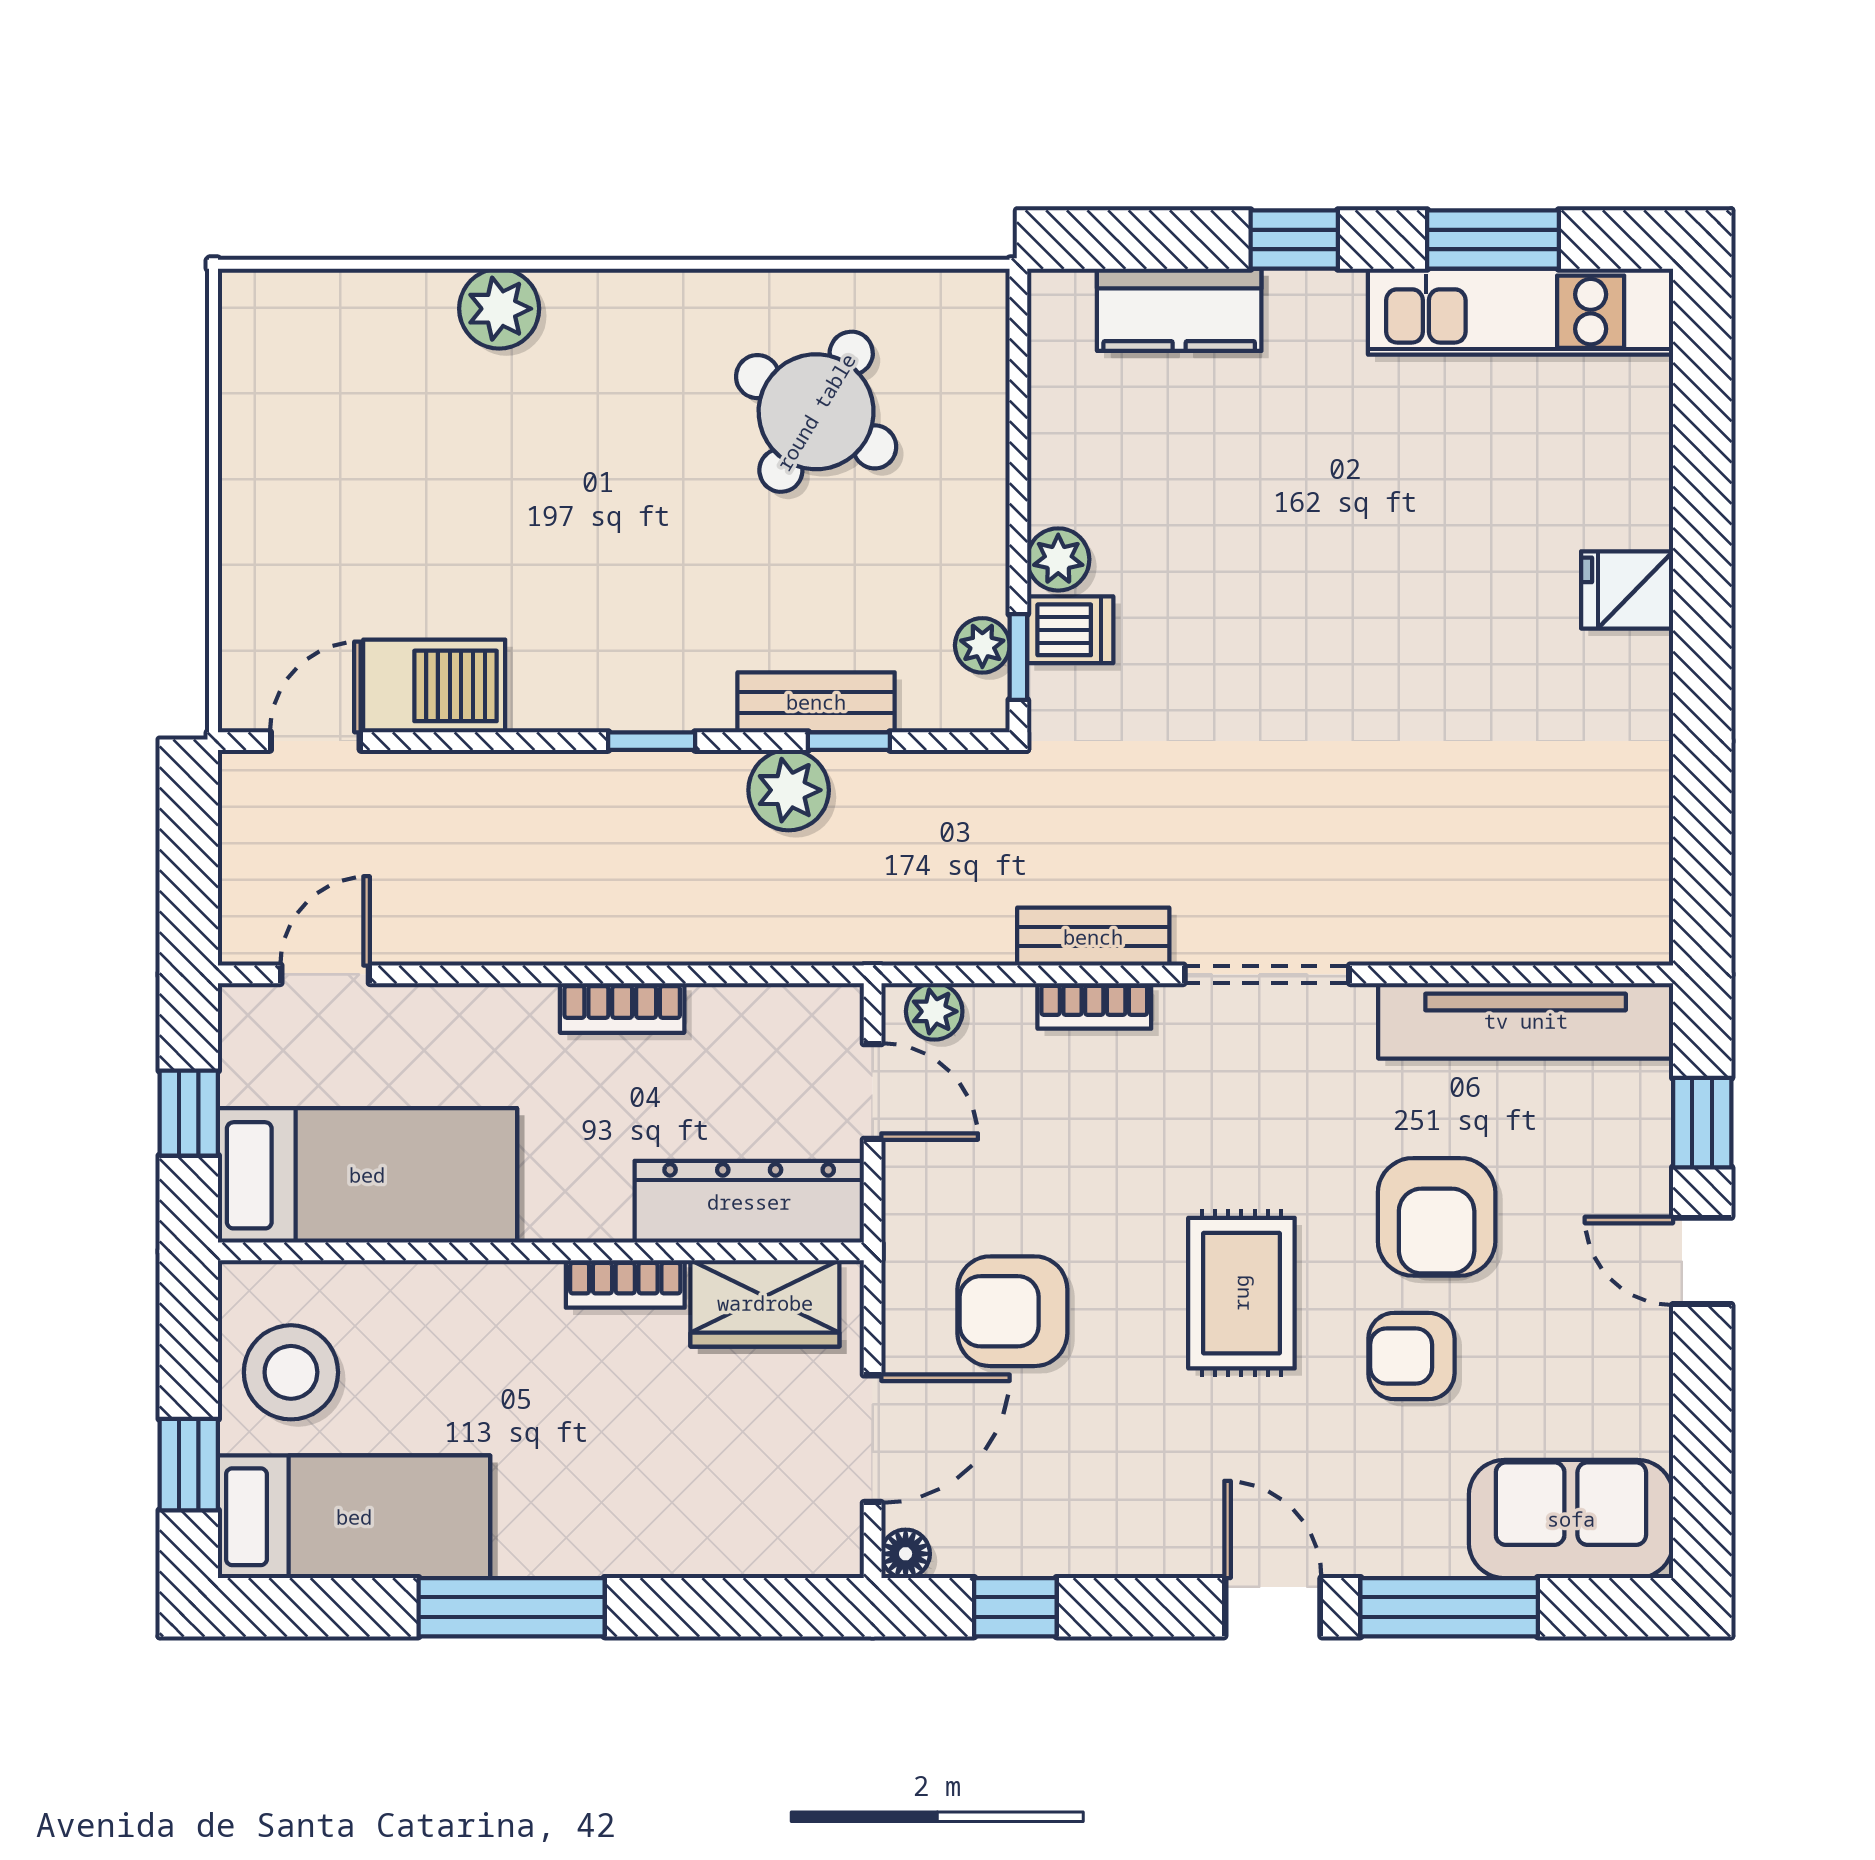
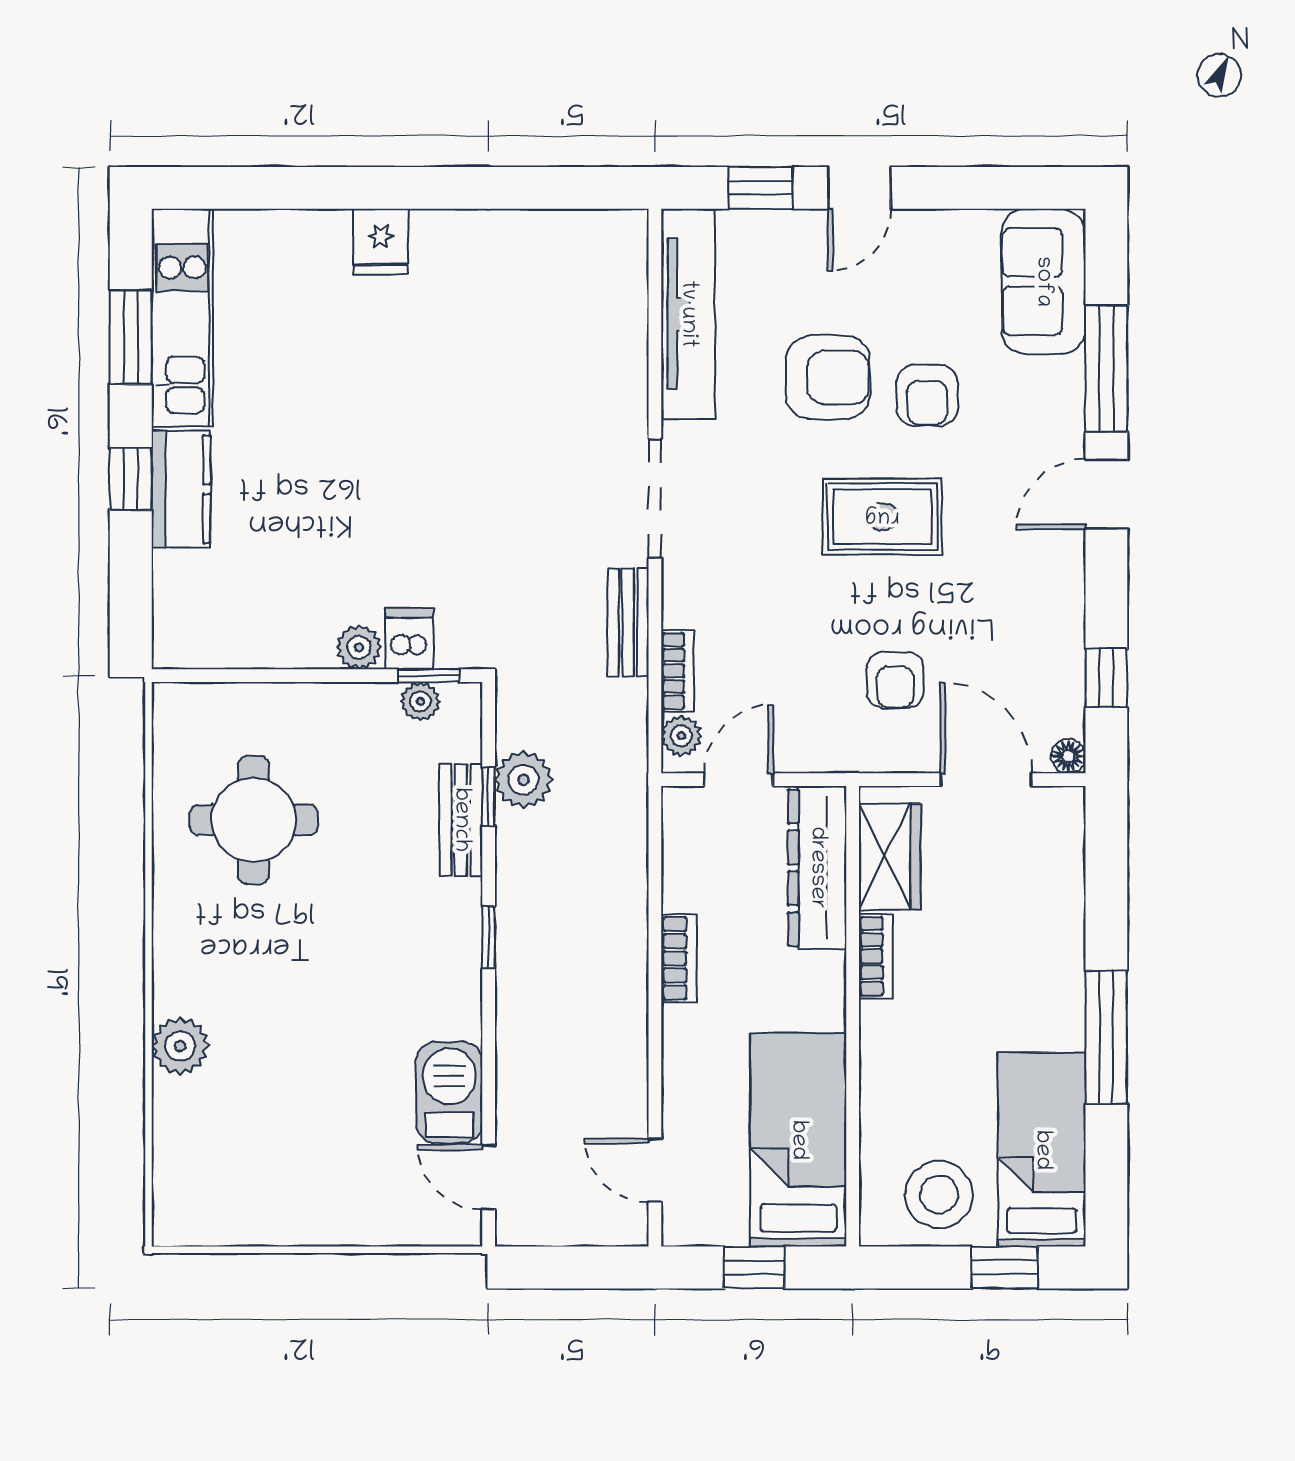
kitchen counter: (1179, 310) -> (181, 489), moved
round table: (816, 412) -> (254, 820), turned -31
plant: (789, 790) -> (523, 780), moved
bookcase: (1094, 1006) -> (677, 671), moved
armchair: (1012, 1311) -> (895, 680), width x0.72, depth x0.72

